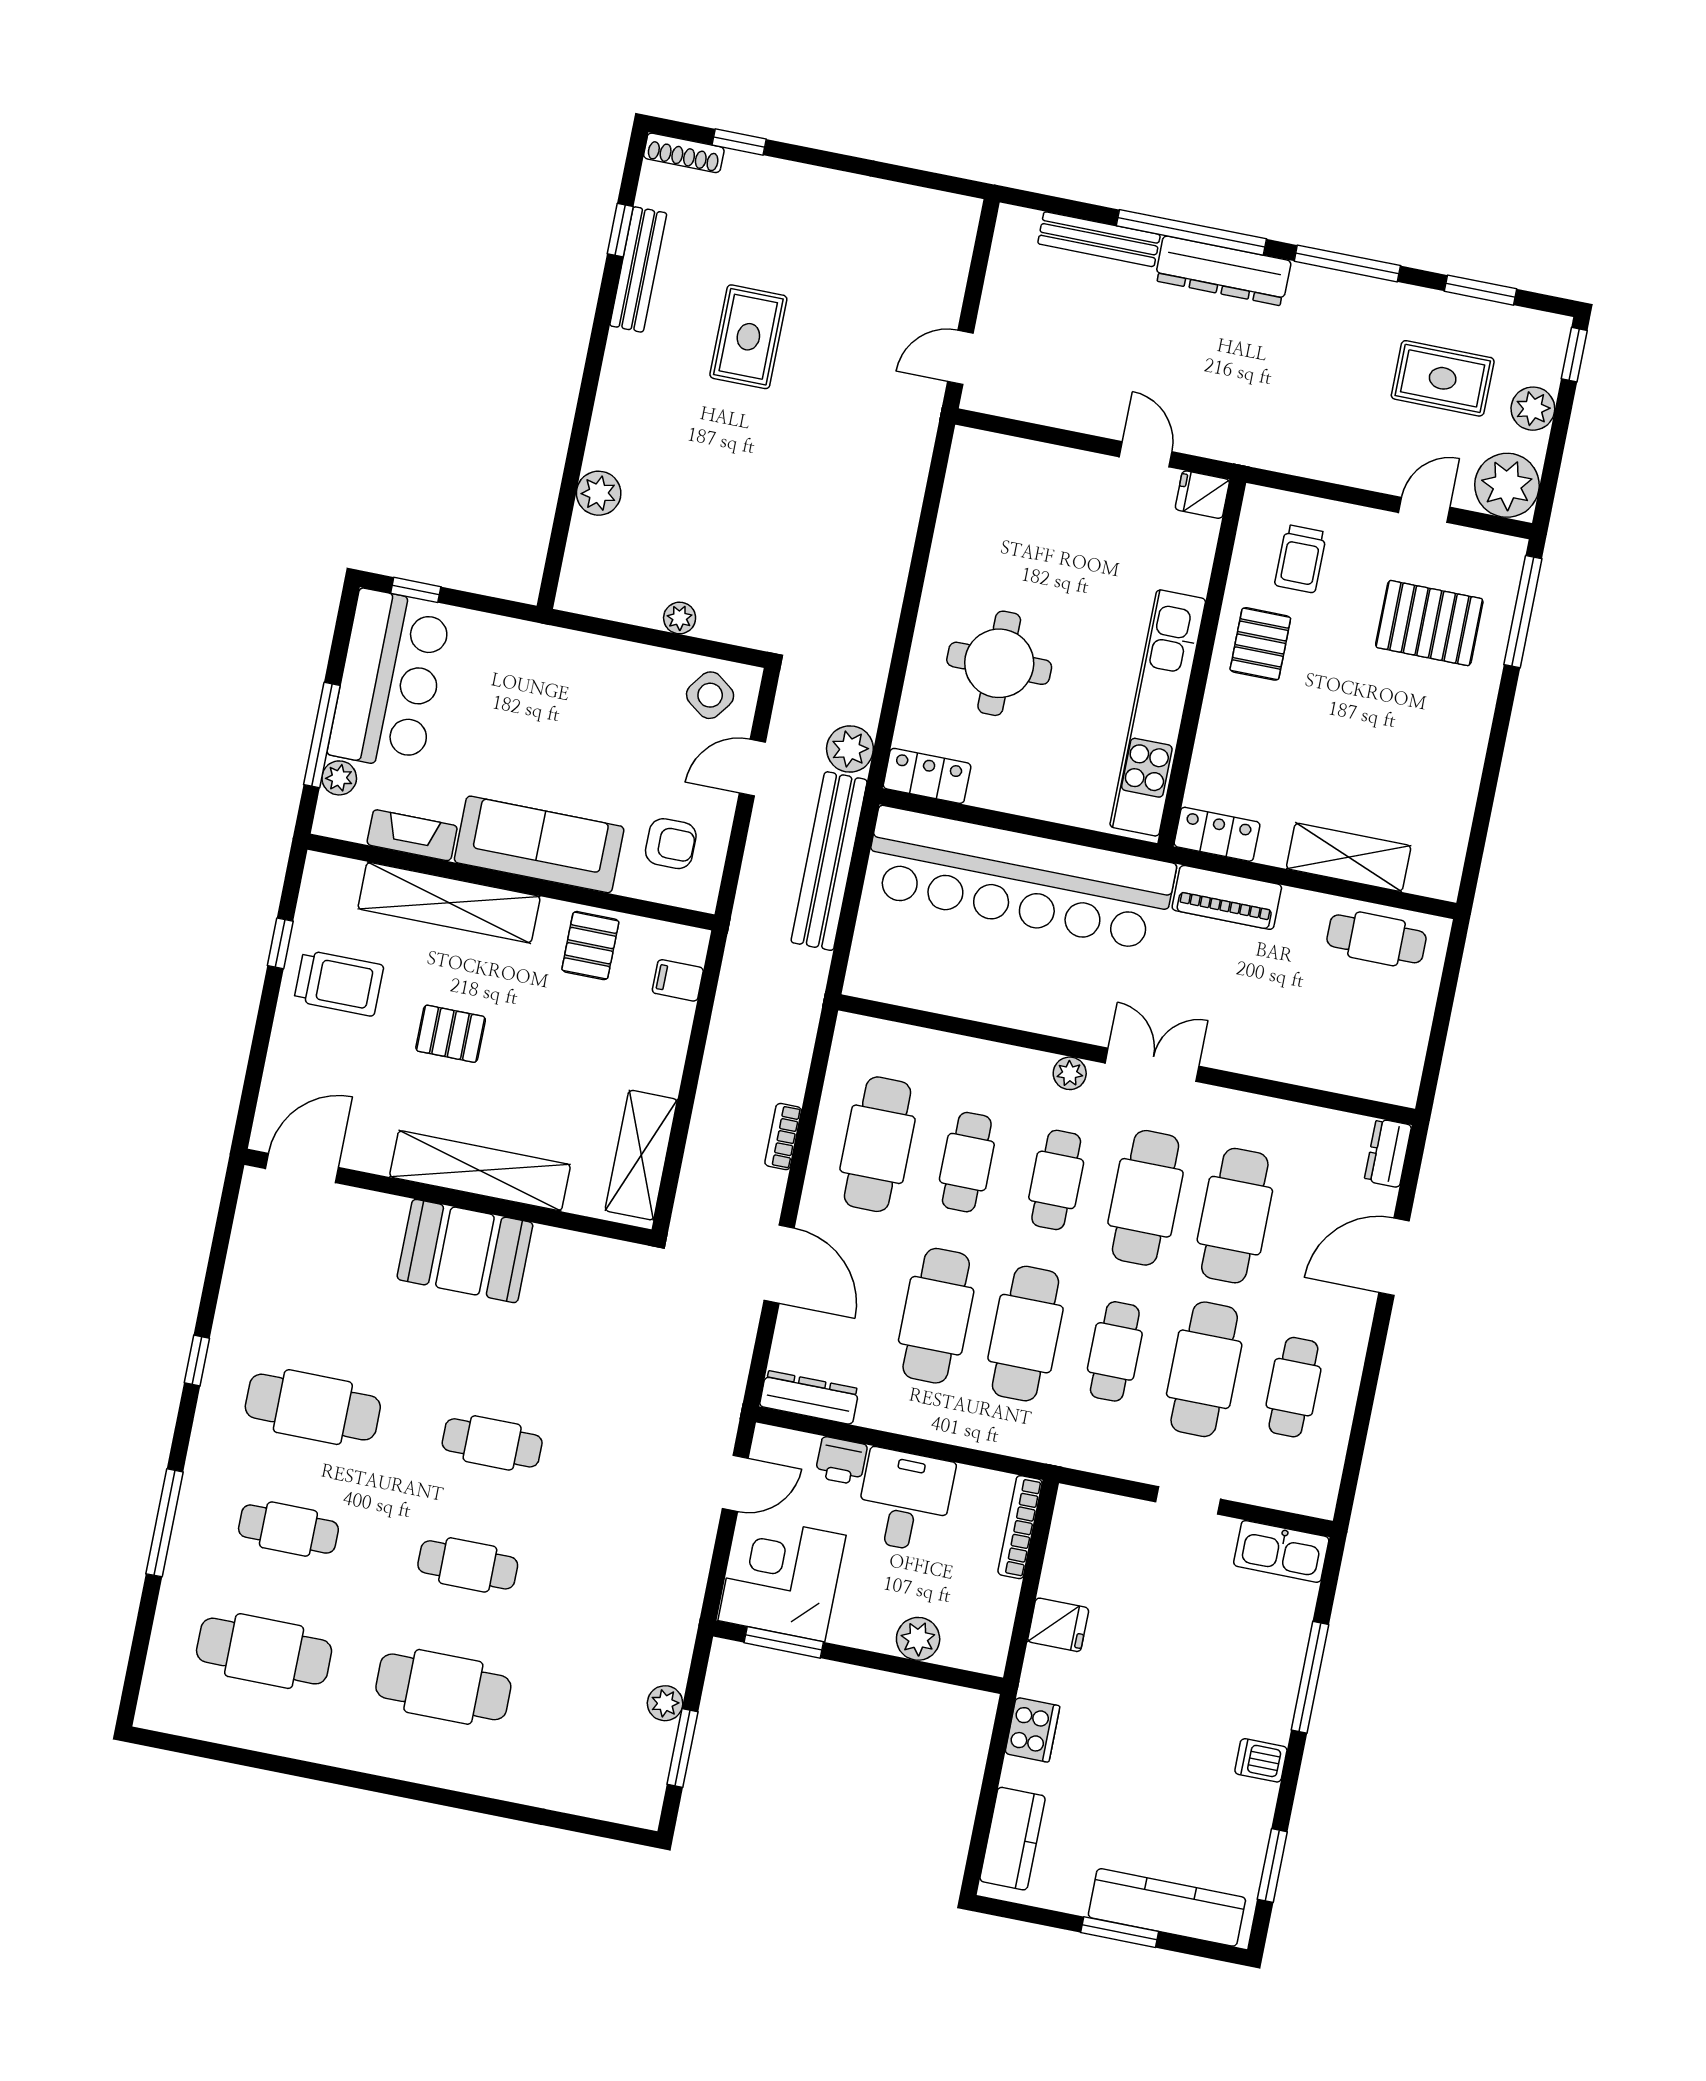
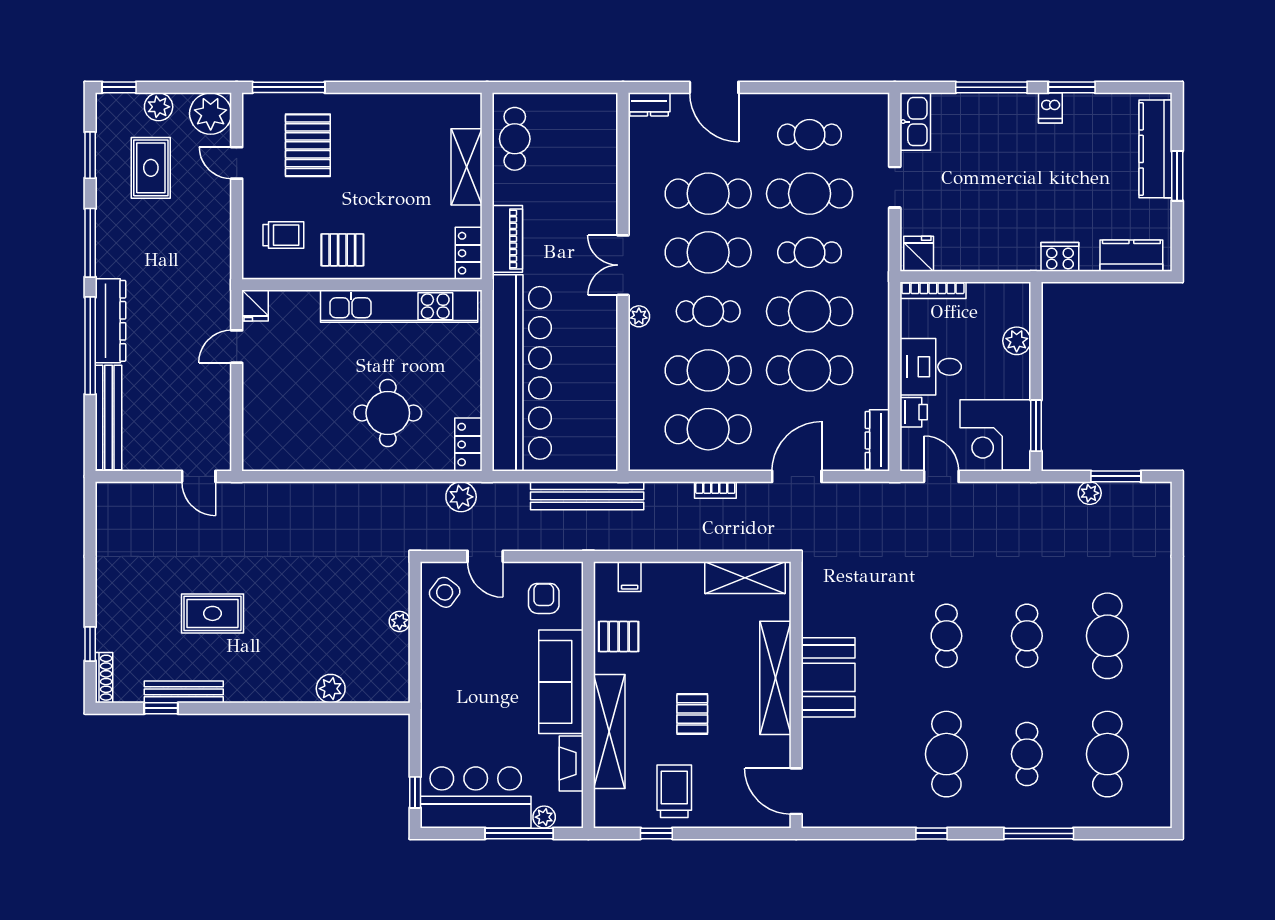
bench: (1099, 239) -> (108, 418), width x1.37, depth x1.21
bench: (829, 861) -> (587, 496), moved
cafe table: (967, 1162) -> (708, 370), width x1.37, depth x1.35
fridge: (1058, 1625) -> (919, 254), moved
window: (1272, 1866) -> (1072, 87), moved

